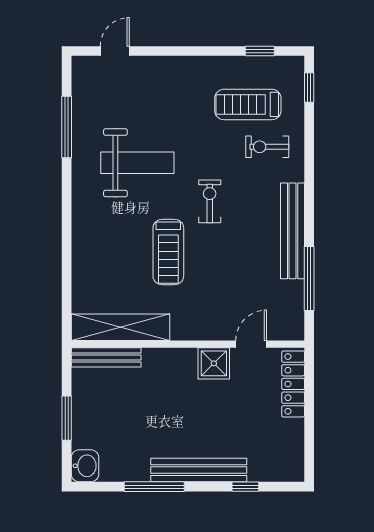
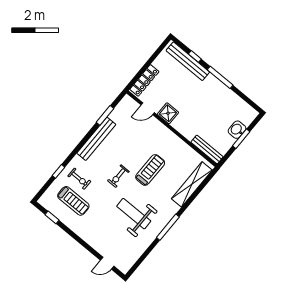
window: (309, 87) -> (59, 171), moved
window: (67, 127) -> (168, 227), moved
window: (309, 279) -> (105, 115), width x0.69
shelving: (120, 327) -> (192, 184), moved, turned 90
washbasin: (85, 466) -> (237, 130), moved
bench: (199, 470) -> (188, 61), moved
window: (154, 487) -> (220, 77), moved

